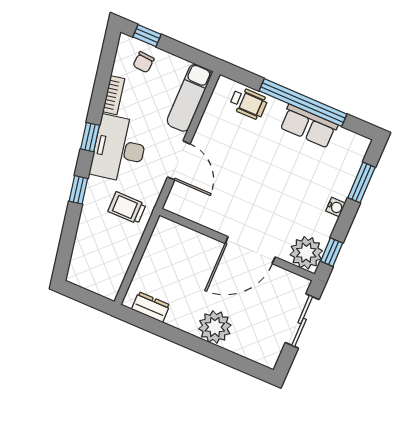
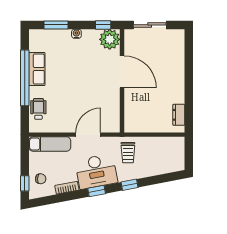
plant: (215, 327) -> (174, 73), removed

